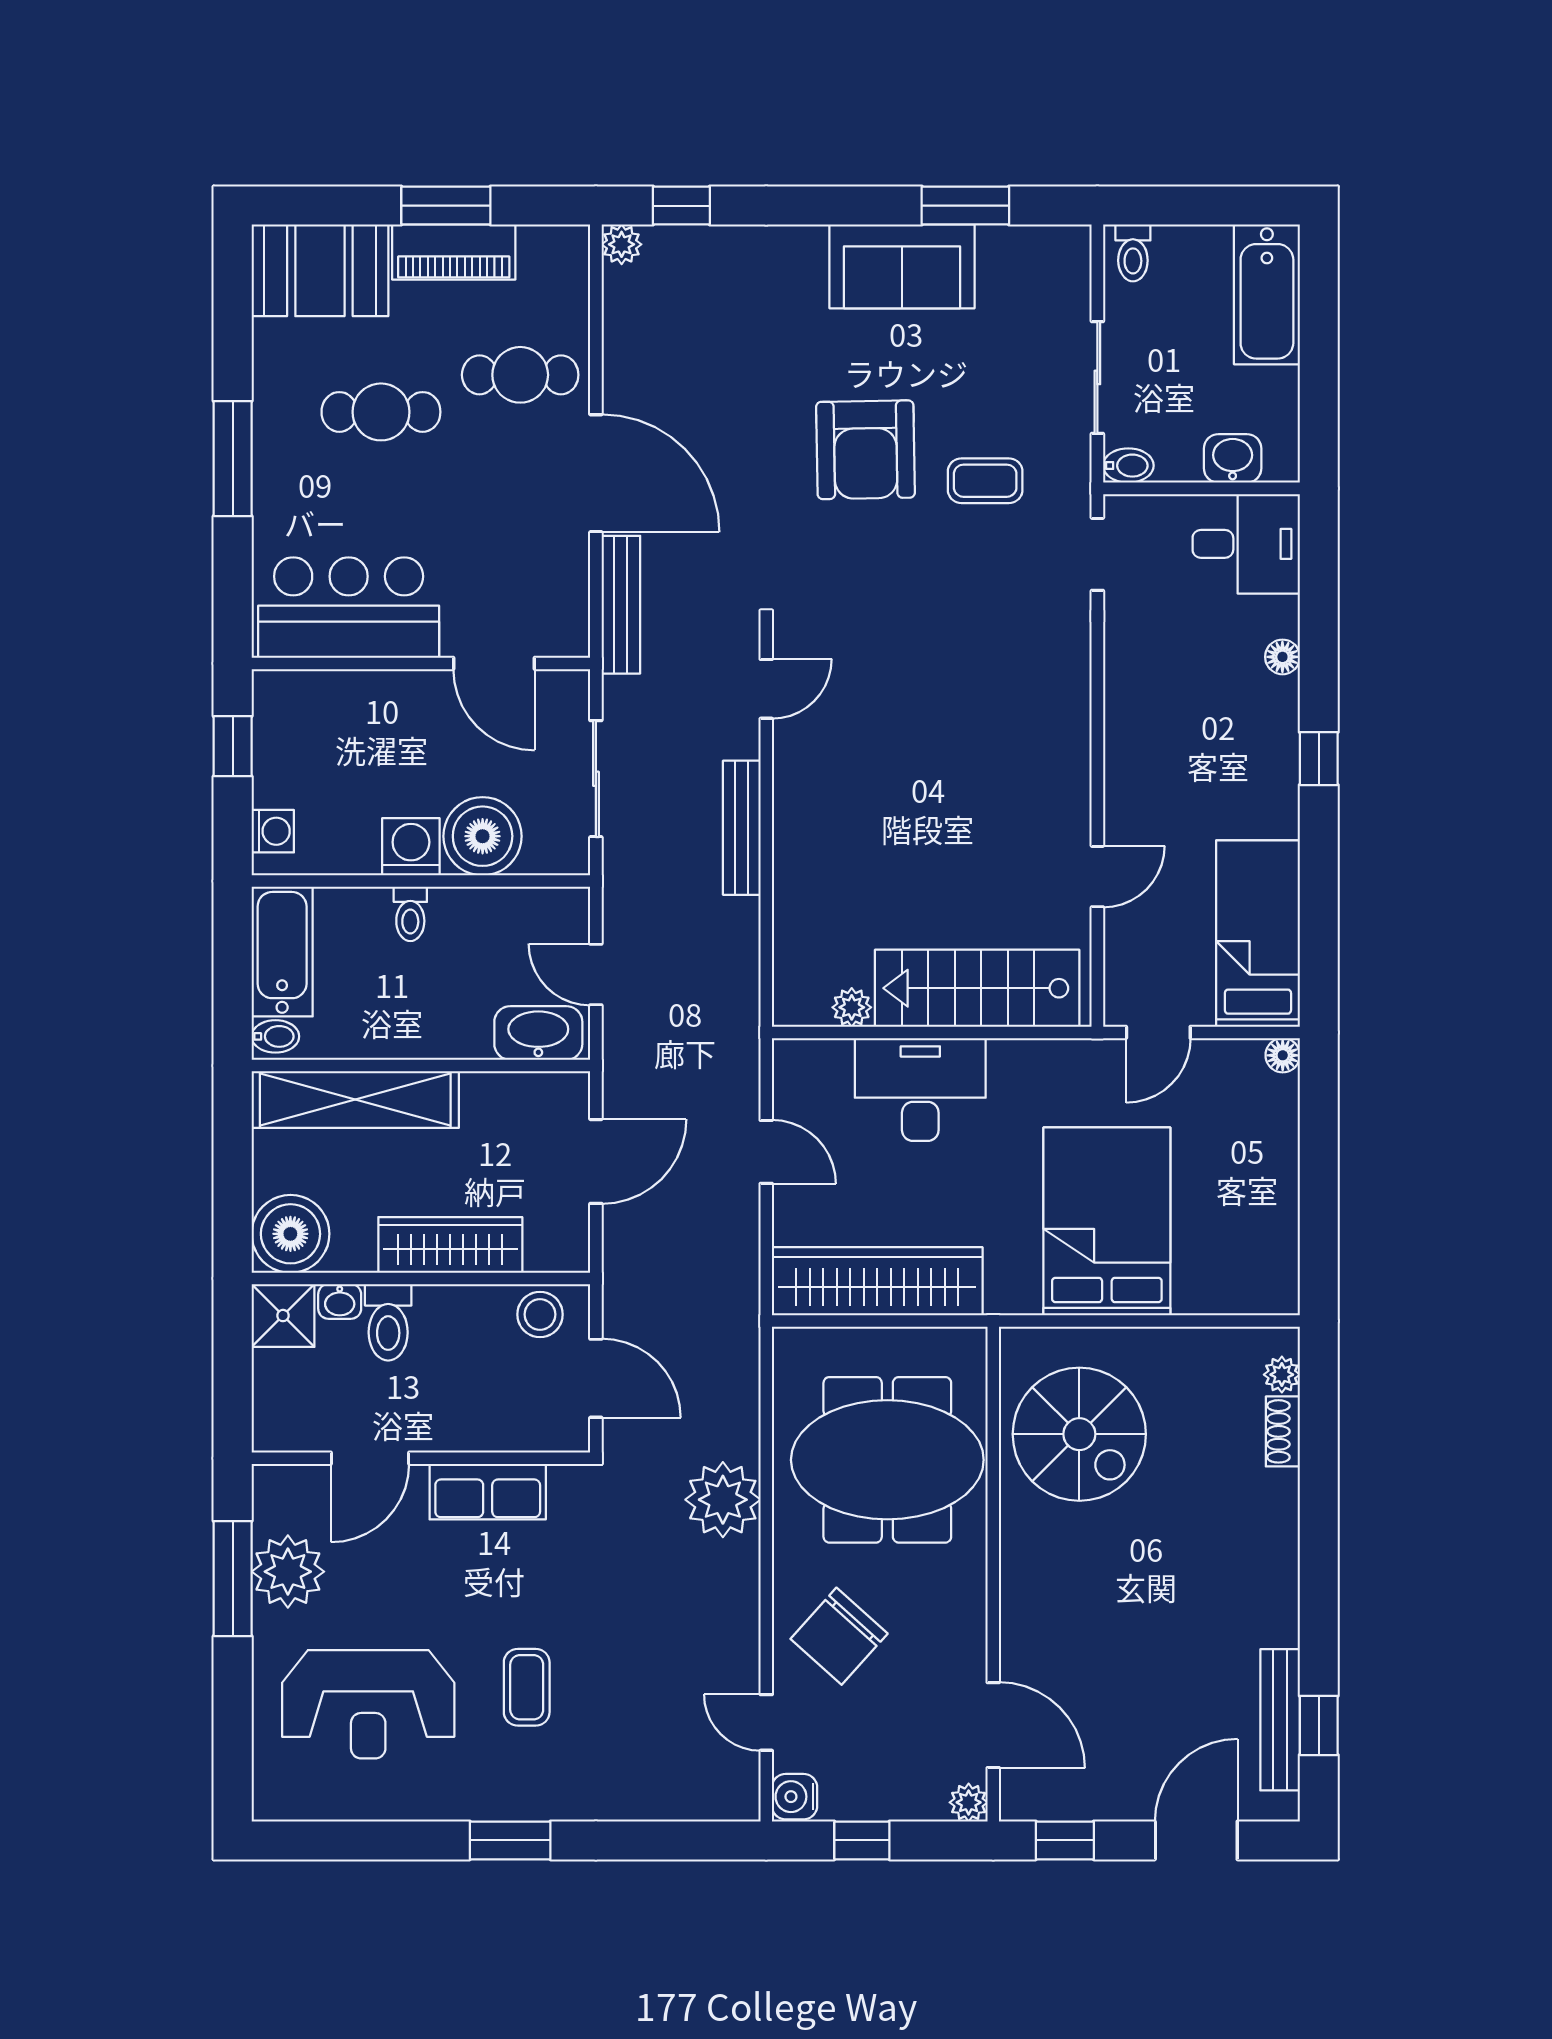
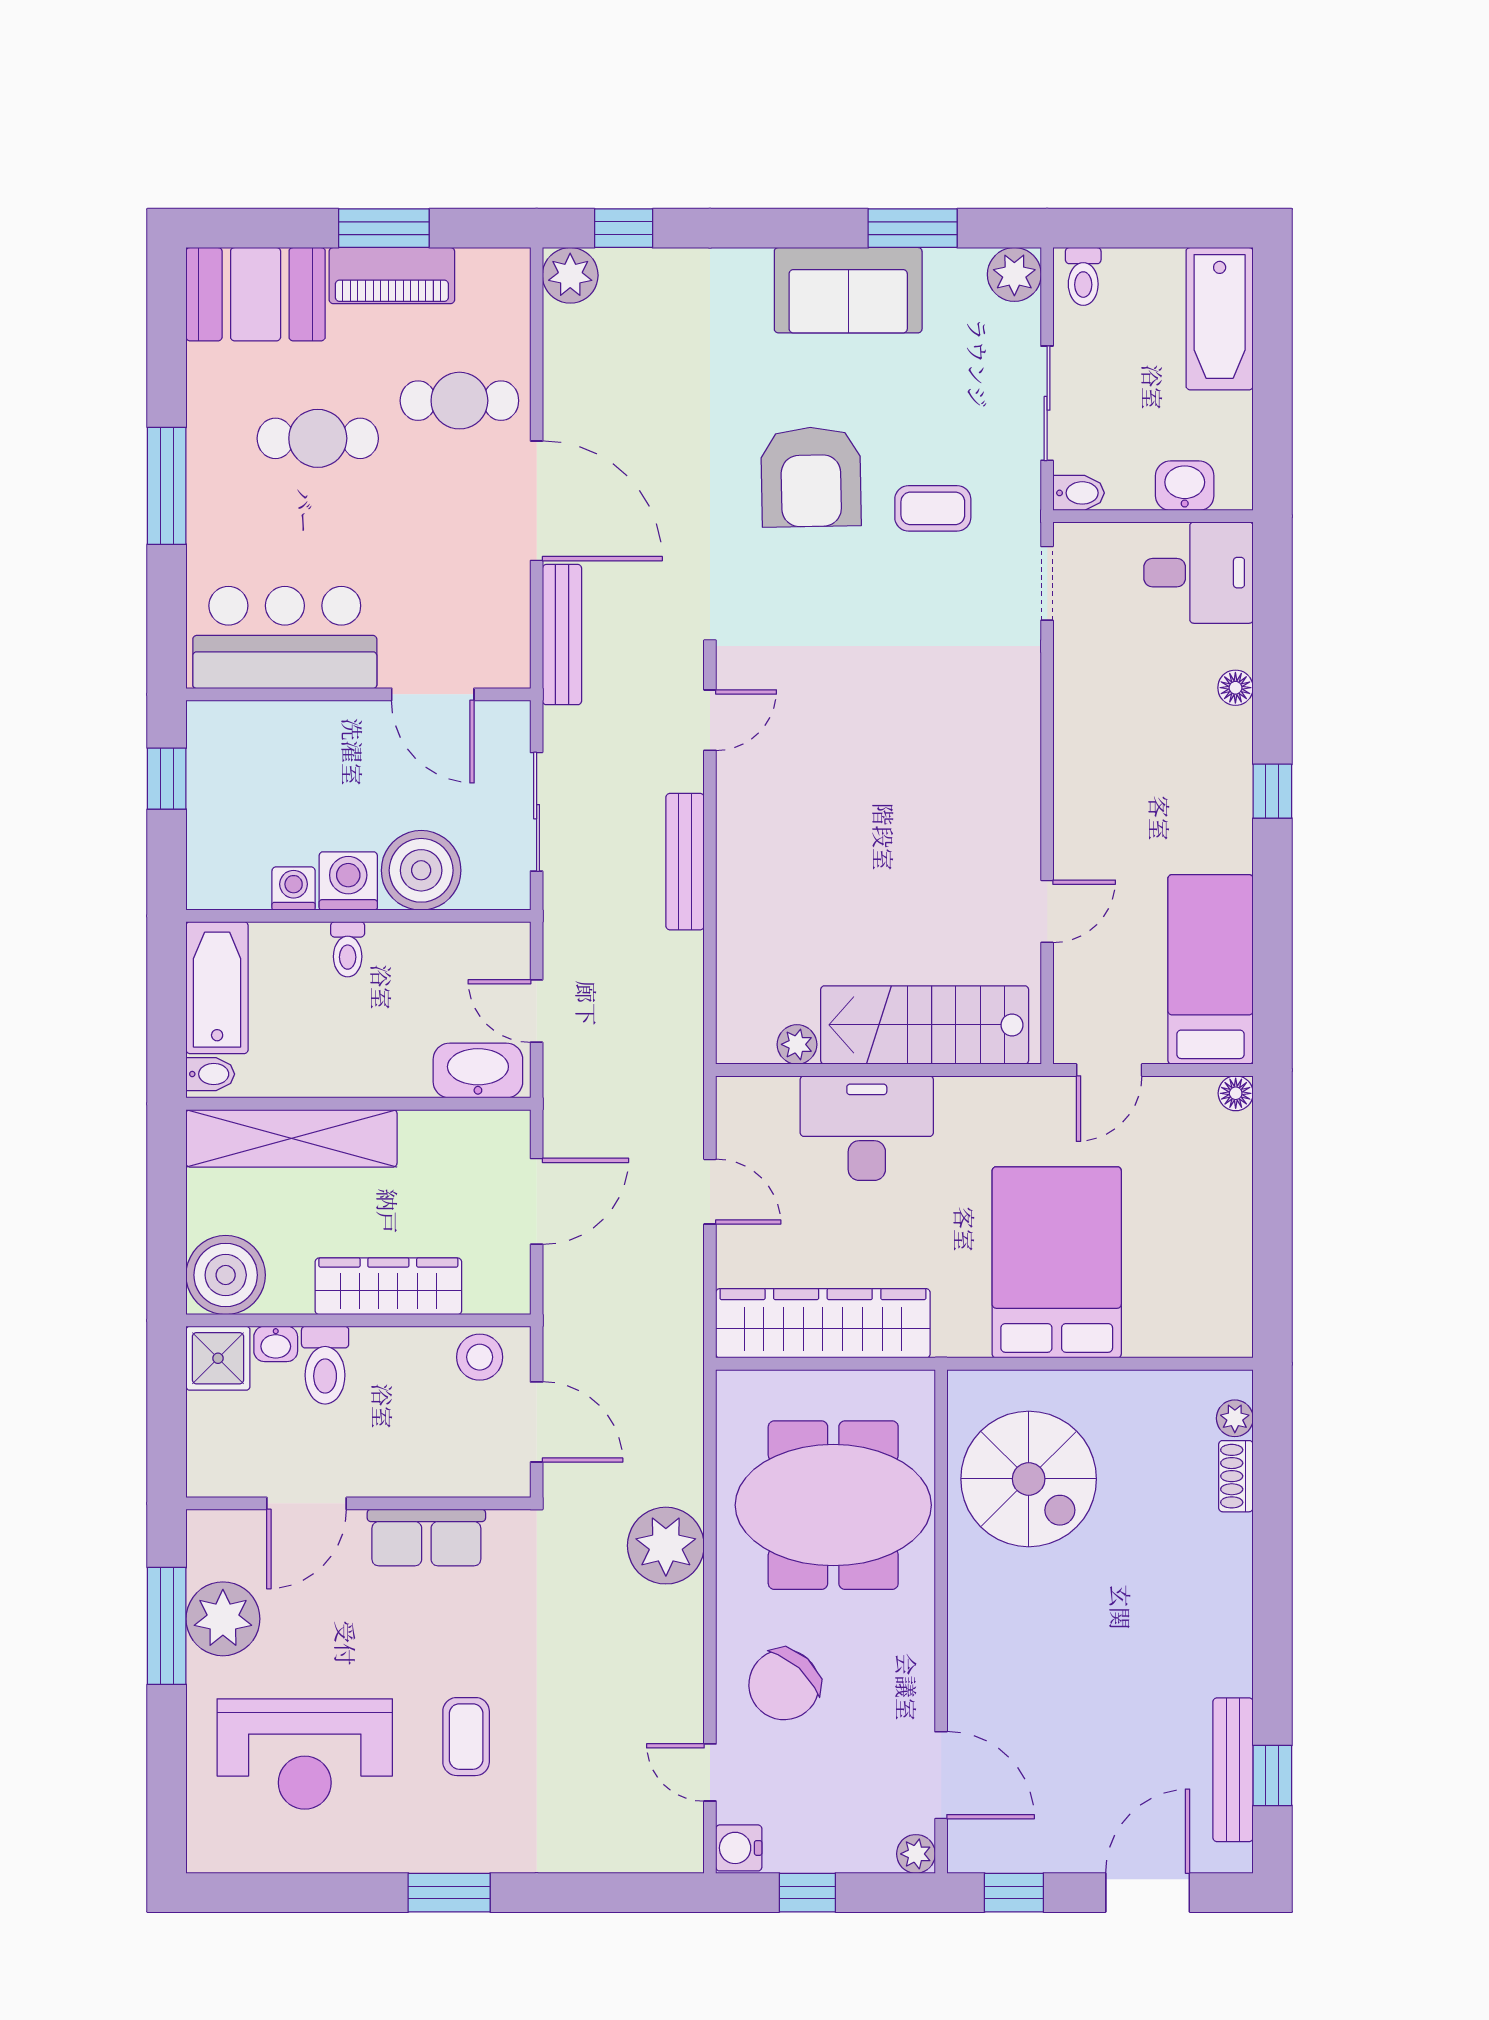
plant: (622, 244) -> (570, 275), width x1.38, depth x1.38
plant: (1065, 251) -> (1014, 274), added
washing machine: (273, 831) -> (294, 889), moved, turned -90

